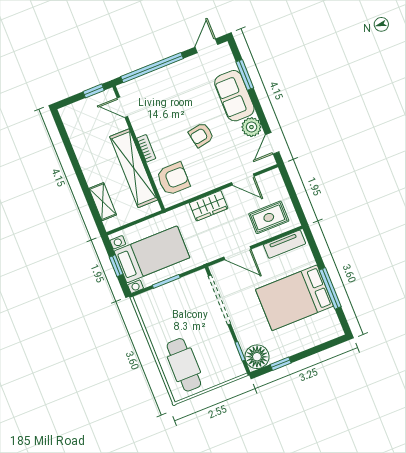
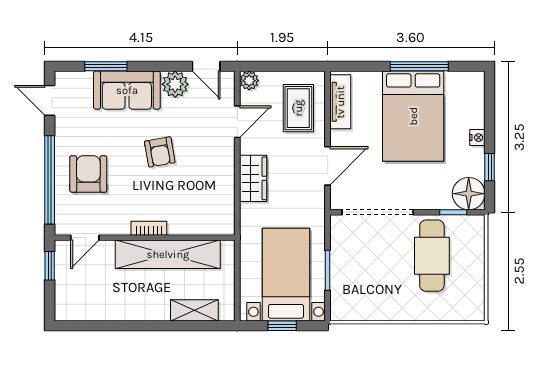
plant: (274, 176) -> (249, 81), added
armchair: (173, 179) -> (88, 174), moved
nightstand: (298, 347) -> (477, 138), added
cafe table: (184, 365) -> (432, 256), moved, turned 90

